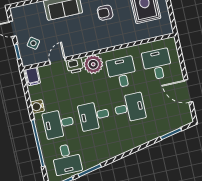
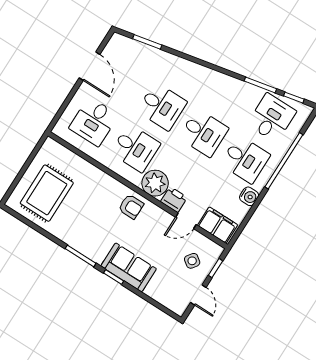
armchair: (105, 13) -> (131, 207), moved
desk: (122, 72) -> (135, 148), turned -90
filing cabinet: (33, 76) -> (218, 225), width x2.00
desk: (130, 108) -> (162, 106), turned 180

